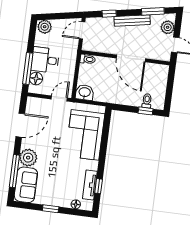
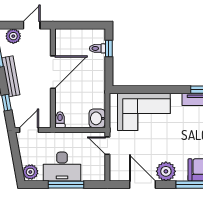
door: (82, 30) -> (29, 130), swing flipped
desk: (45, 60) -> (62, 167), width x1.37
window: (28, 68) -> (66, 185), moved
floor lamp: (36, 79) -> (89, 174), removed
plant: (28, 158) -> (166, 171), moved

